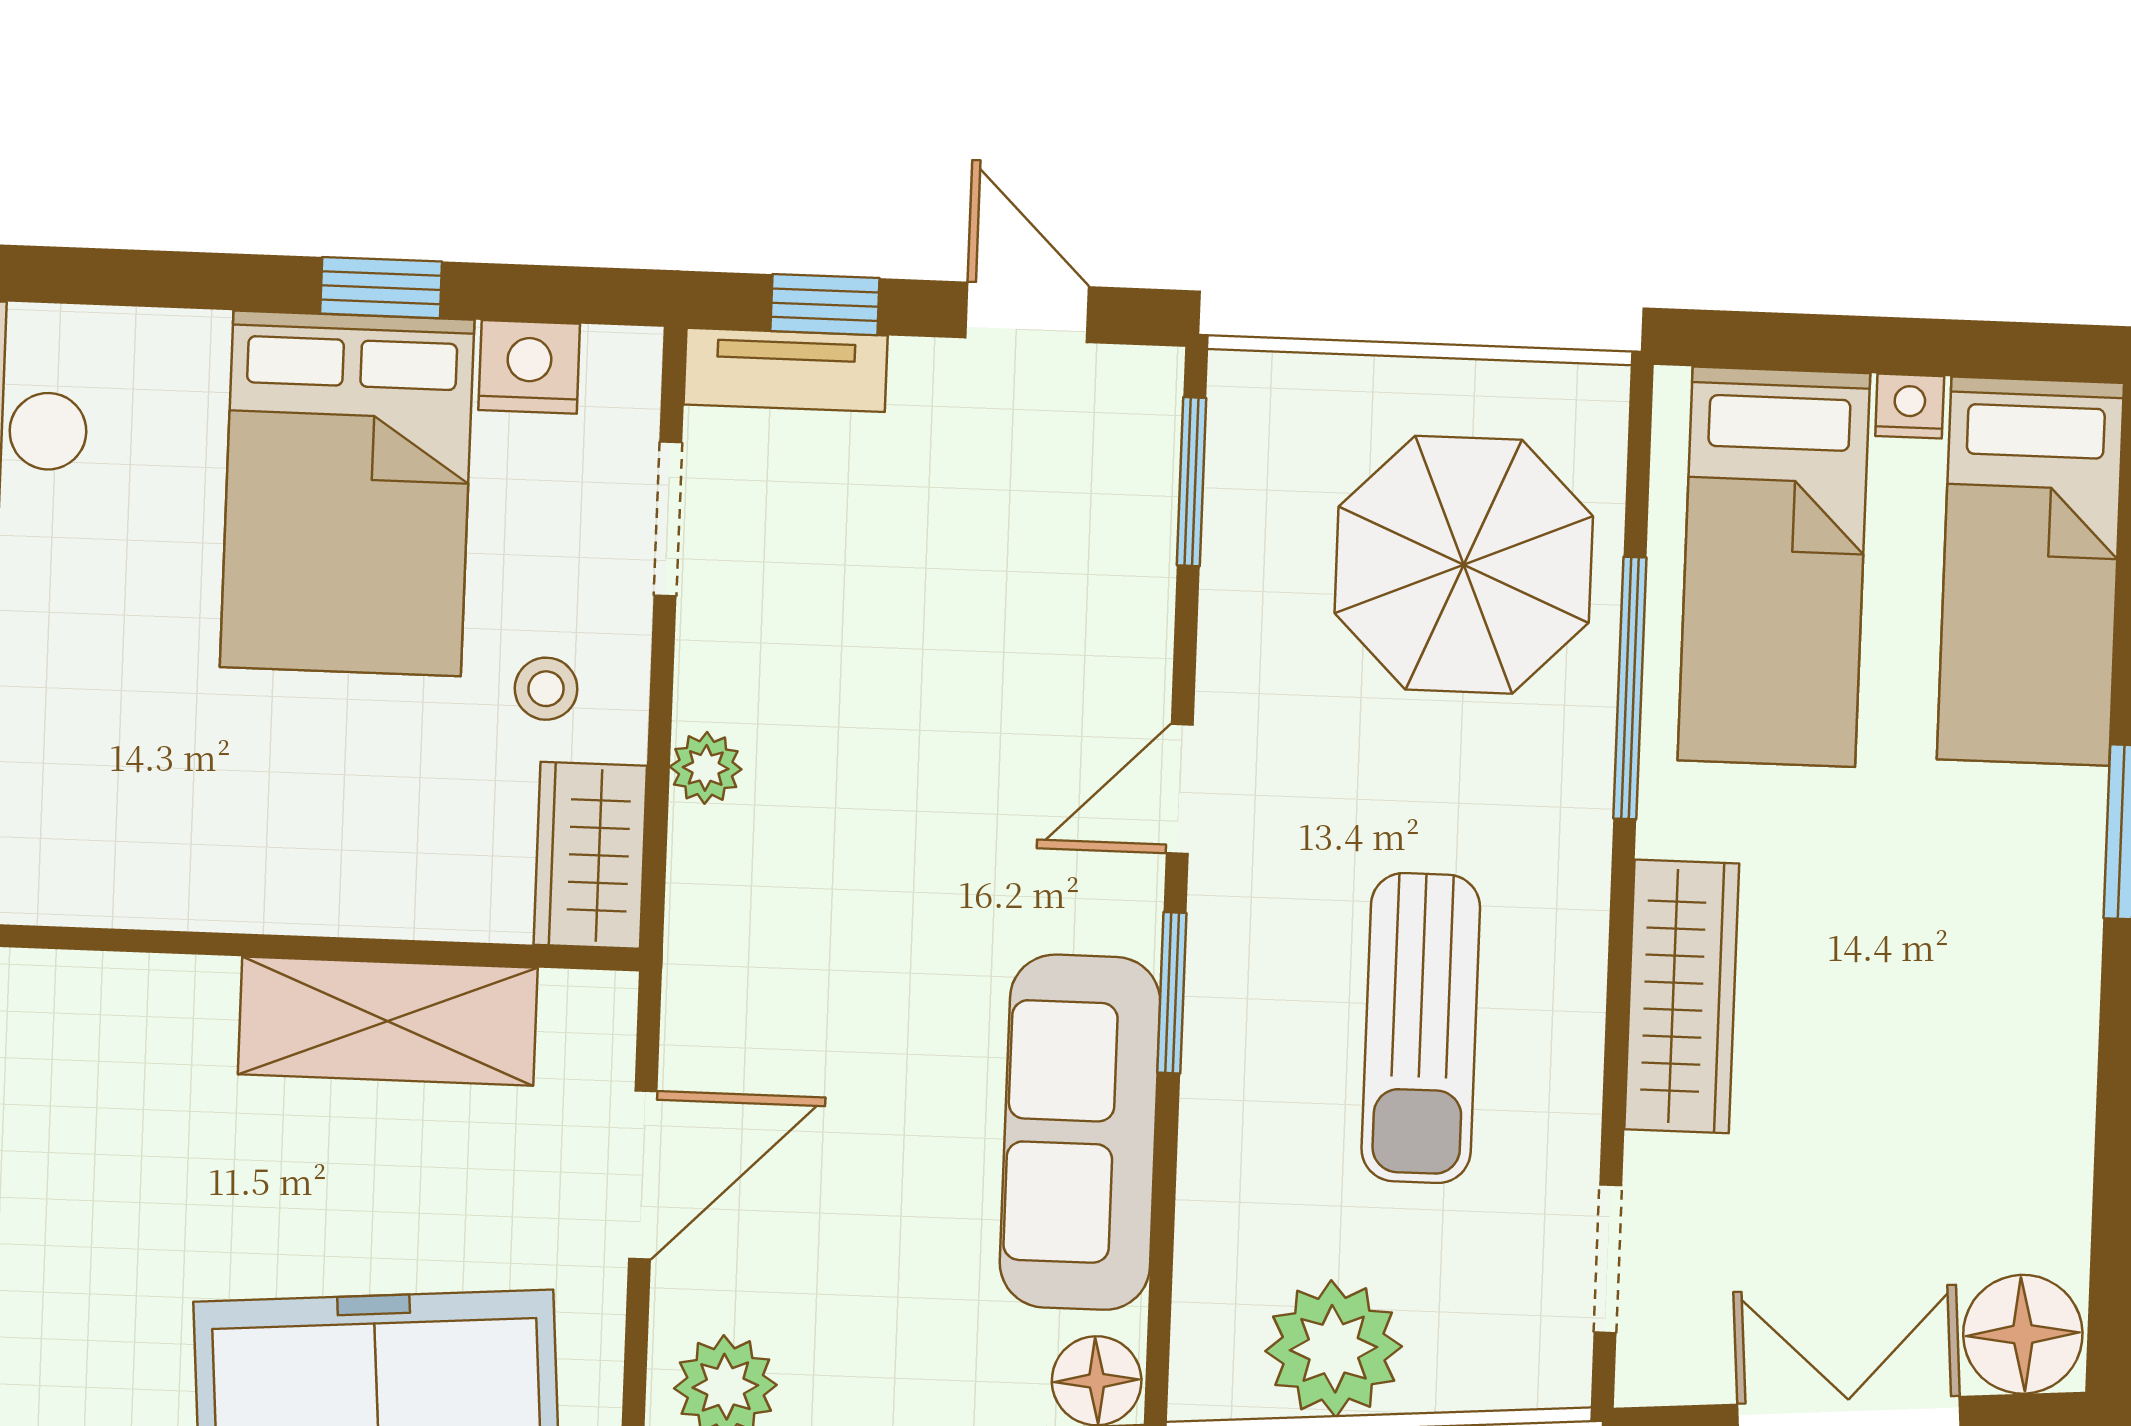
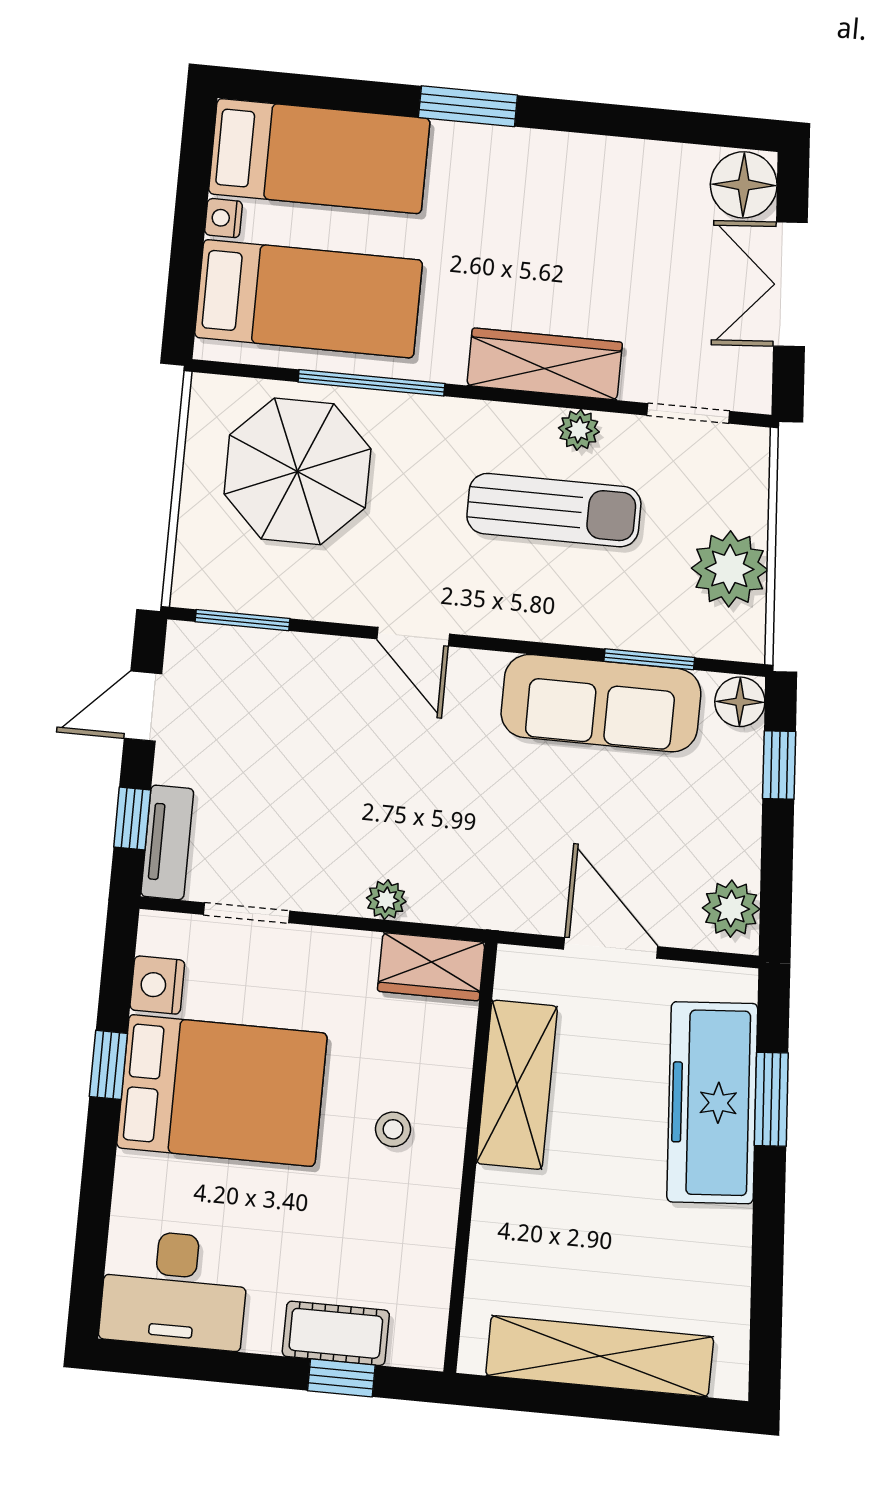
stool: (546, 689) -> (393, 1129), moved
window: (1172, 993) -> (649, 659), moved
plant: (1567, 1064) -> (579, 430), added

